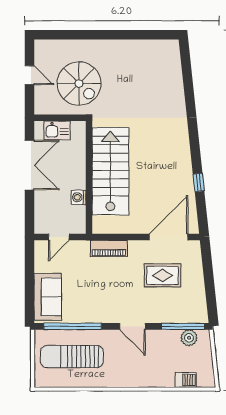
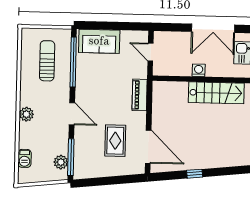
stairs: (110, 171) -> (216, 93), width x0.73, depth x0.66
washing machine: (79, 197) -> (199, 70), moved
door: (133, 326) -> (72, 114), swing flipped
sun lounger: (72, 357) -> (47, 61), width x0.73, depth x0.75
plant: (134, 379) -> (26, 114), added

